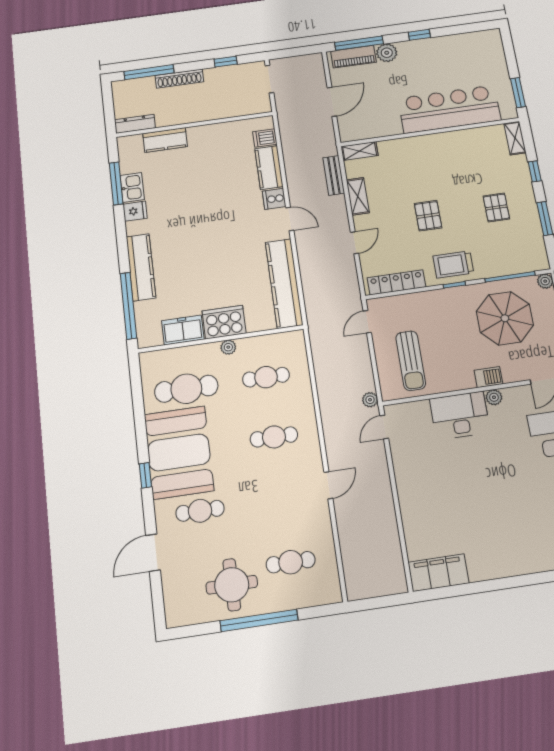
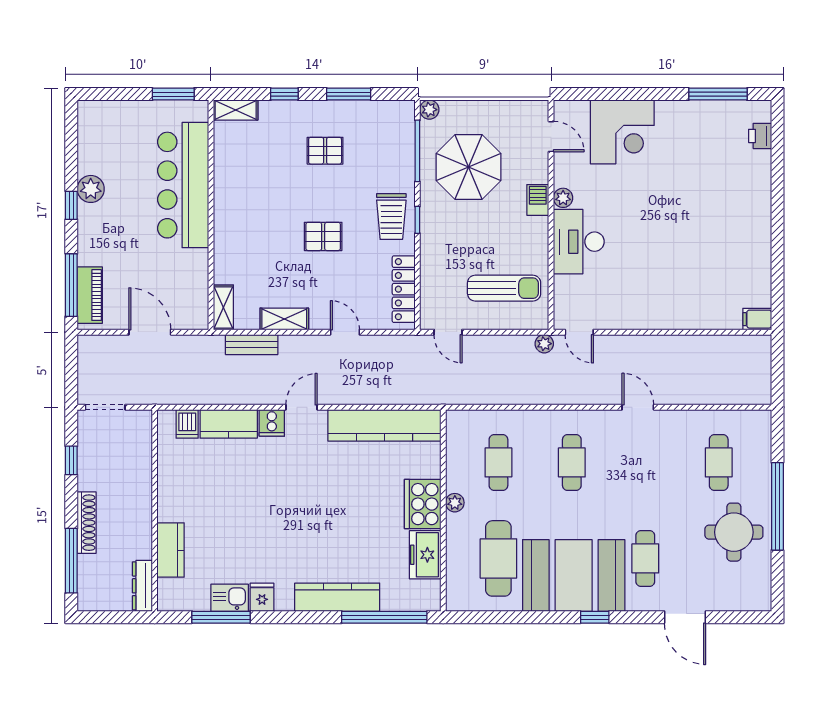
plant: (387, 53) -> (91, 189), moved
filing cabinet: (438, 573) -> (757, 319), width x0.33, depth x0.86

